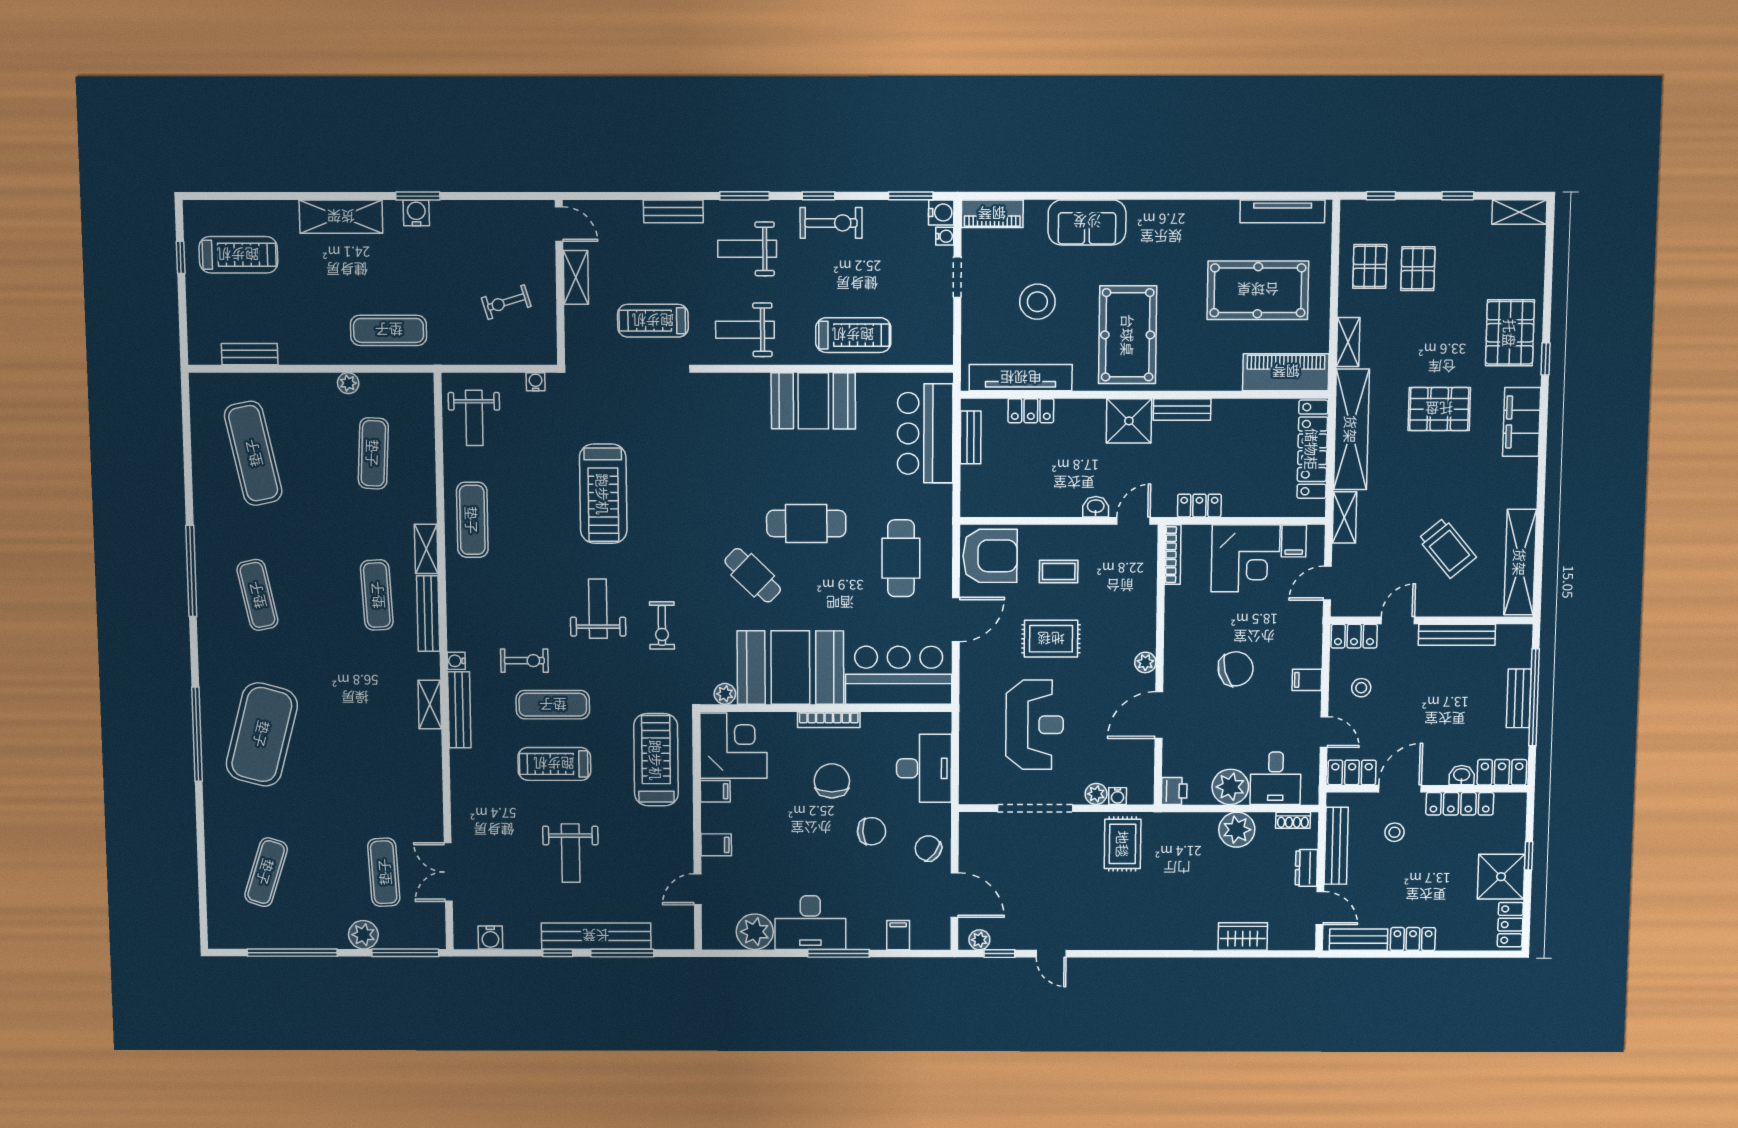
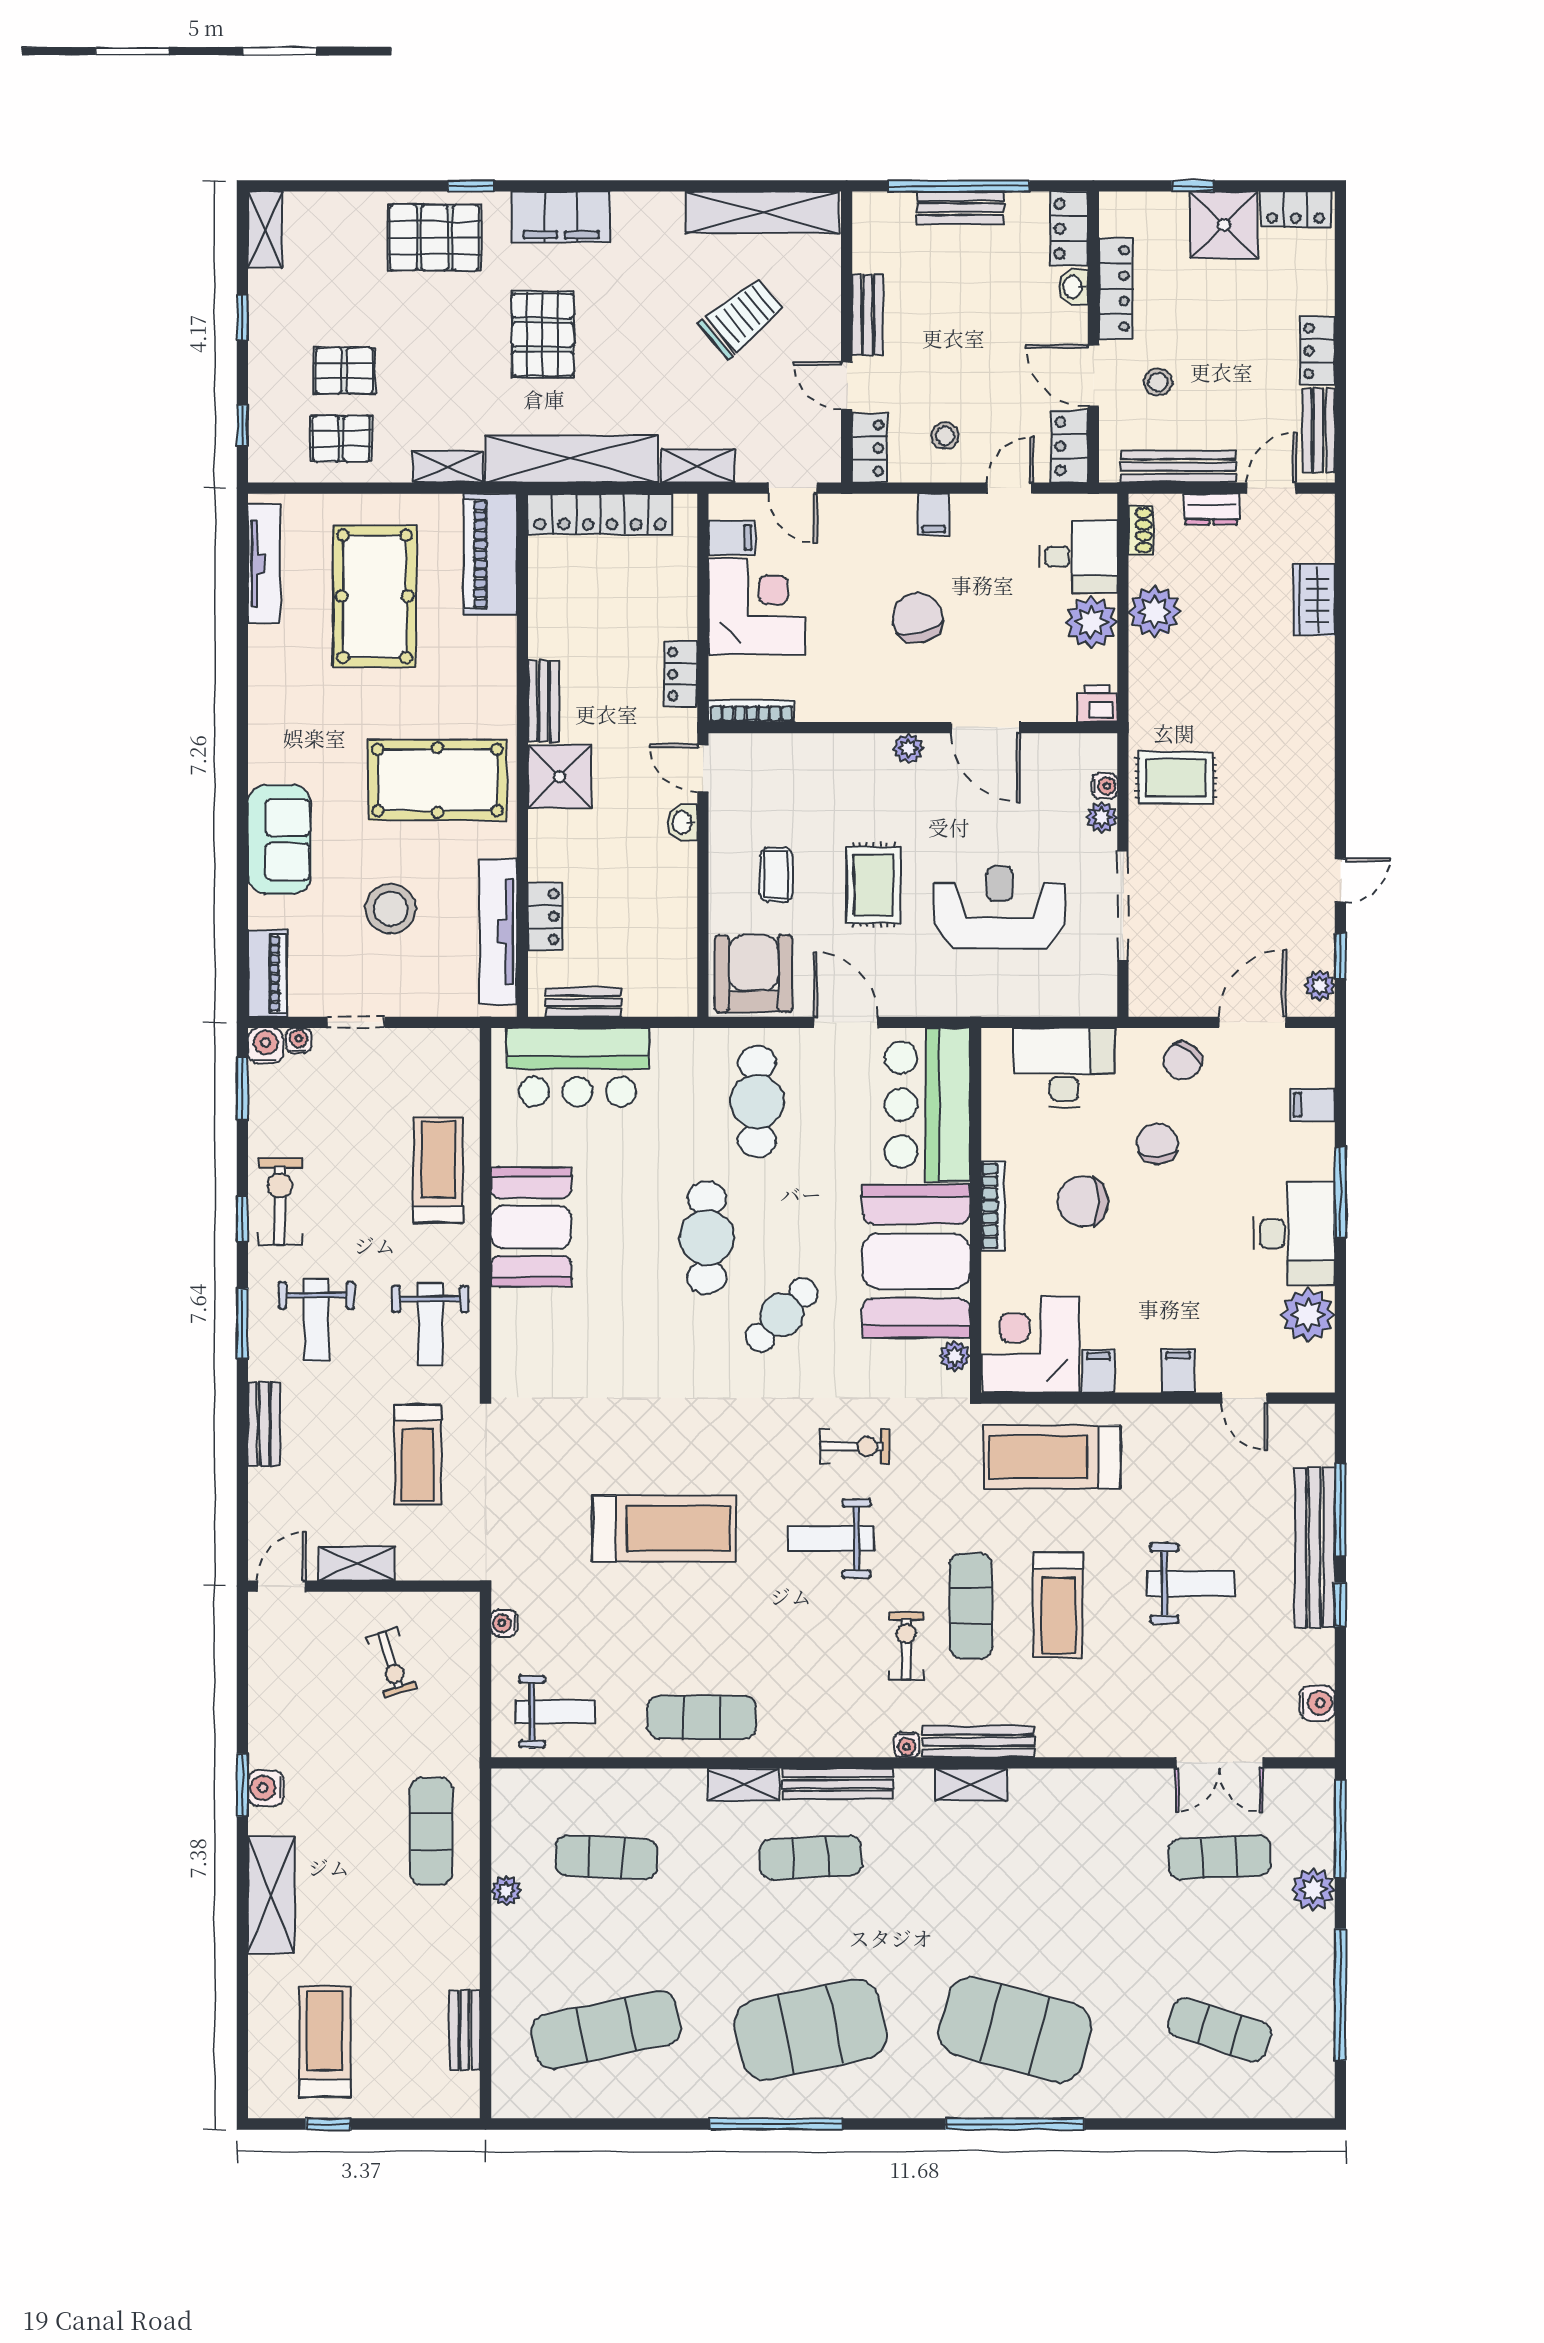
cafe table: (901, 558) -> (757, 1102), turned 90
exercise mat: (257, 595) -> (811, 2030), width x2.00, depth x1.45
bench: (1457, 635) -> (868, 315), width x0.73

